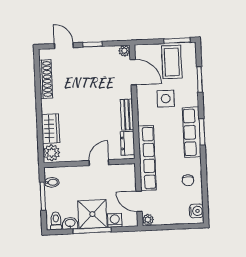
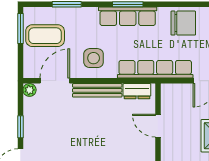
side table: (166, 99) -> (94, 58), moved
bench: (127, 115) -> (97, 90), width x1.36
chair: (188, 180) -> (183, 23), width x1.87, depth x1.87

